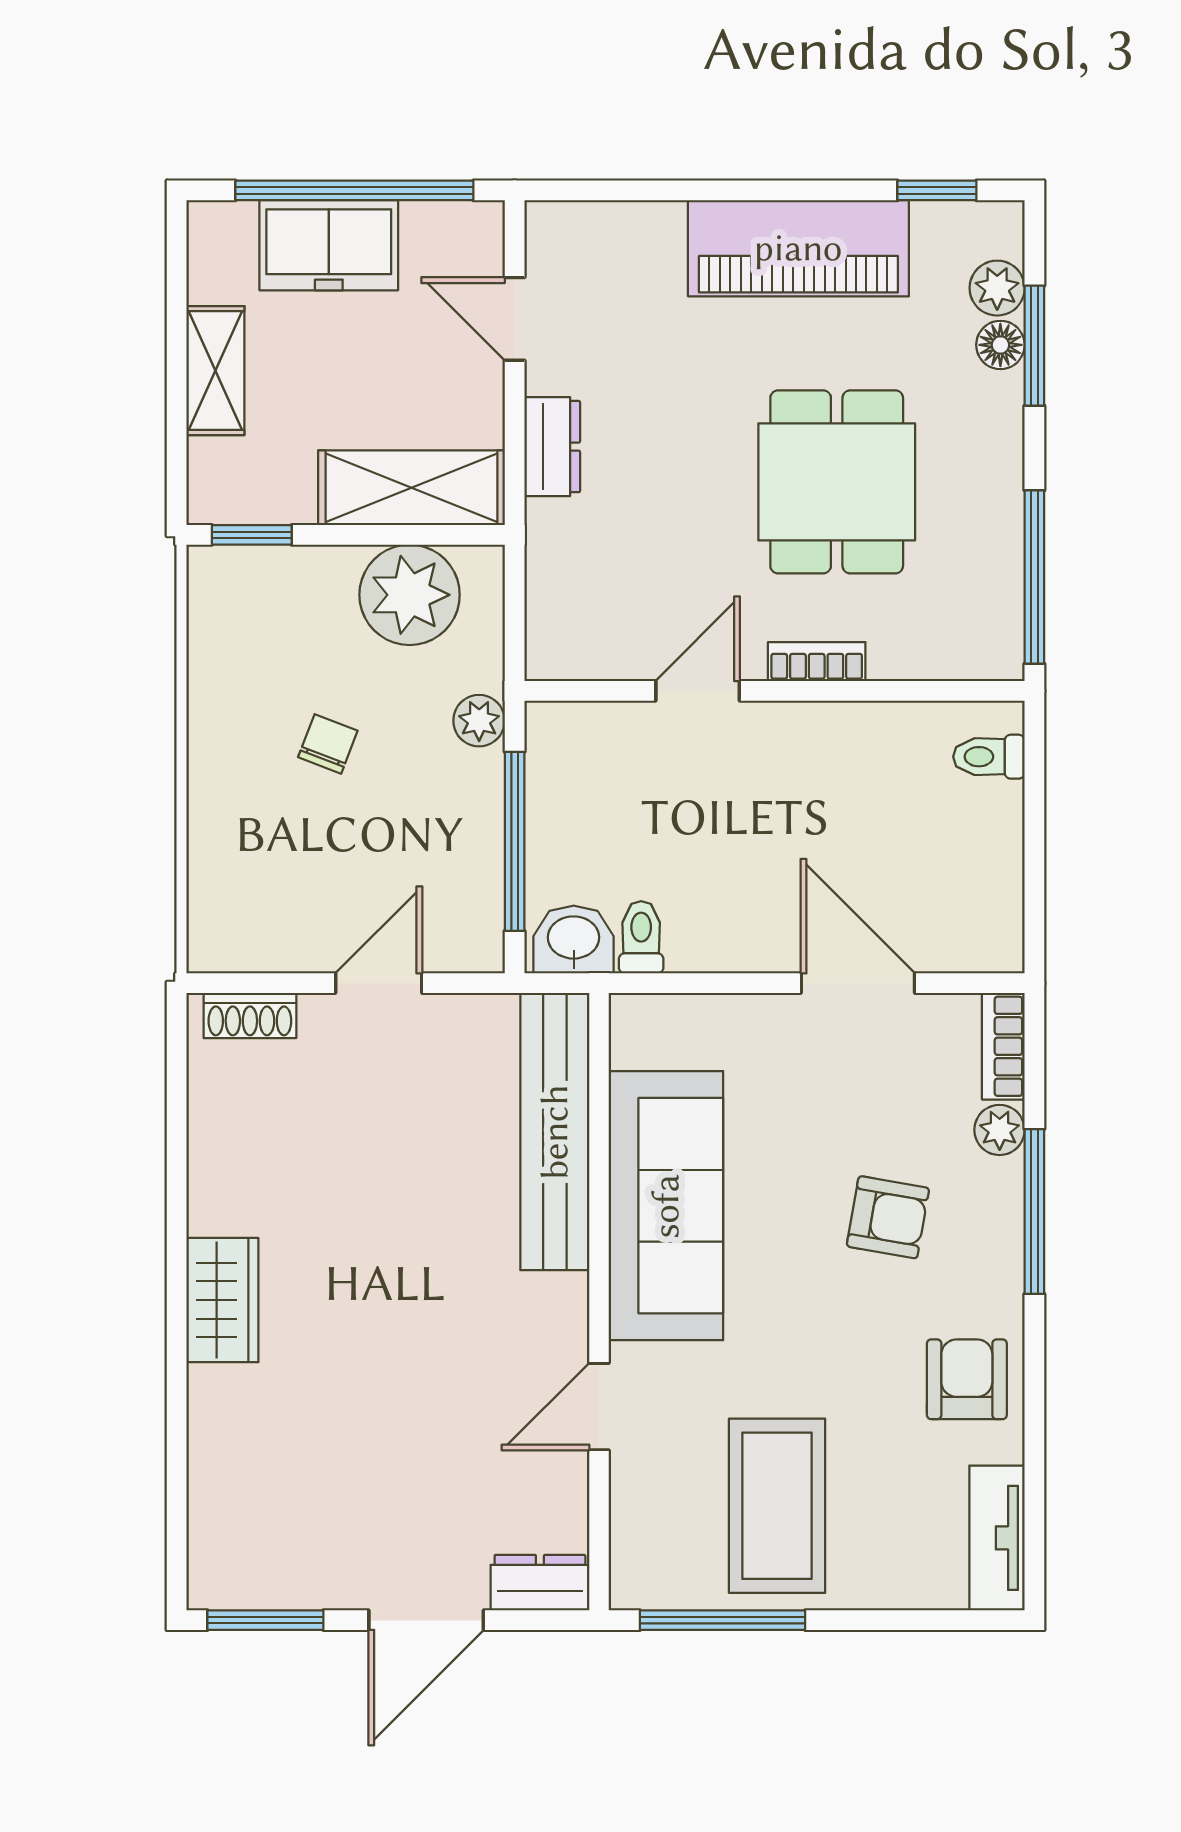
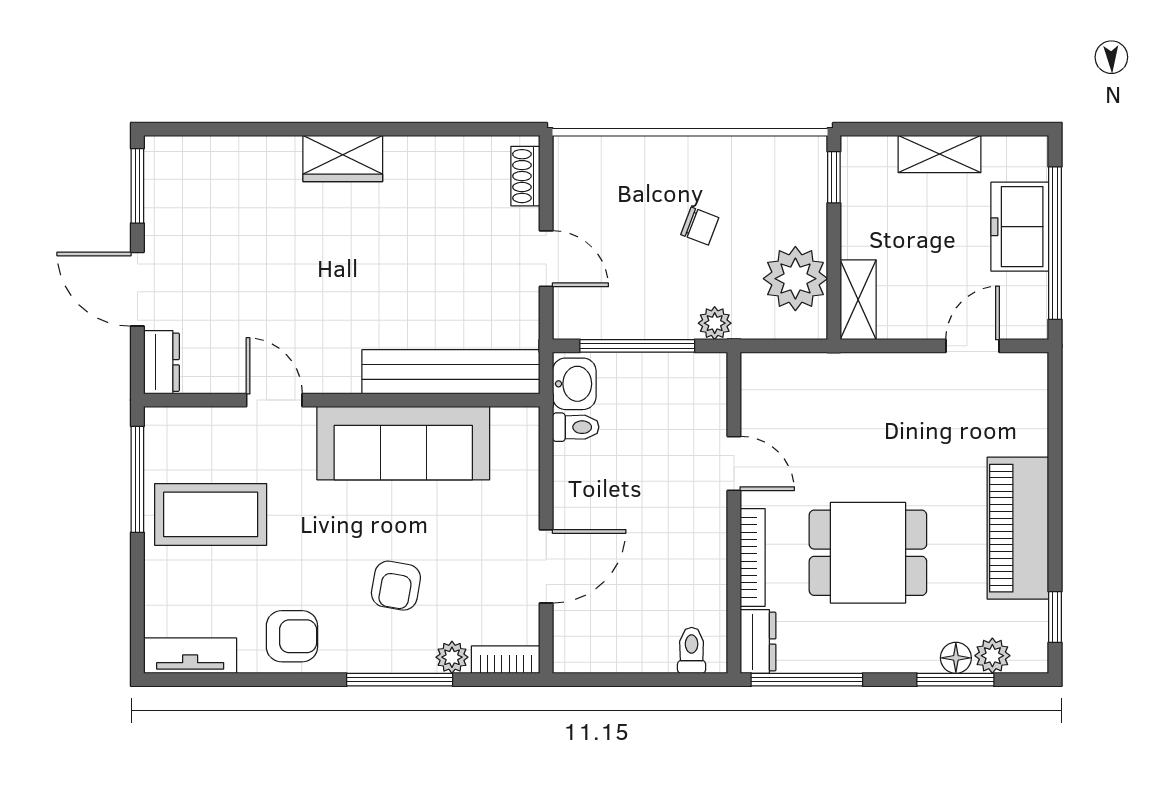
dresser: (552, 447) -> (758, 642), moved, turned -90
shelving: (411, 488) -> (858, 300), width x0.67, depth x0.75
bookcase: (817, 662) -> (753, 557), width x1.56

